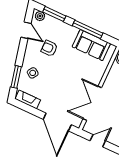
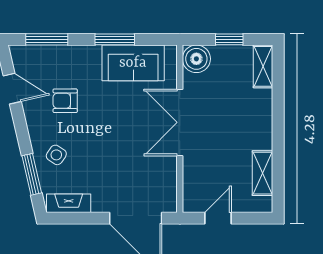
plant: (40, 16) -> (24, 54), removed
window: (88, 29) -> (115, 39), width x0.69
double door: (92, 103) -> (180, 122), moved

